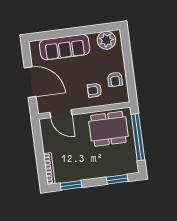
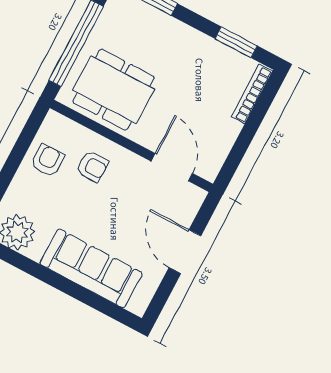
door: (30, 82) -> (185, 252), width x0.73

